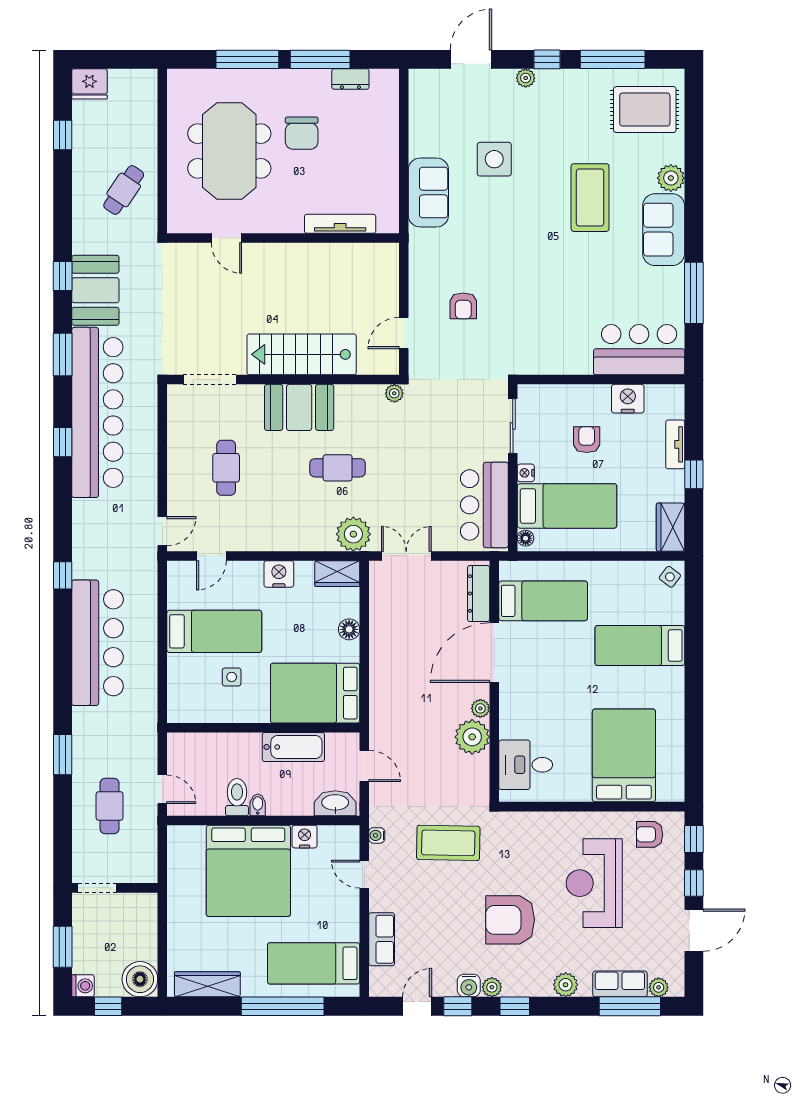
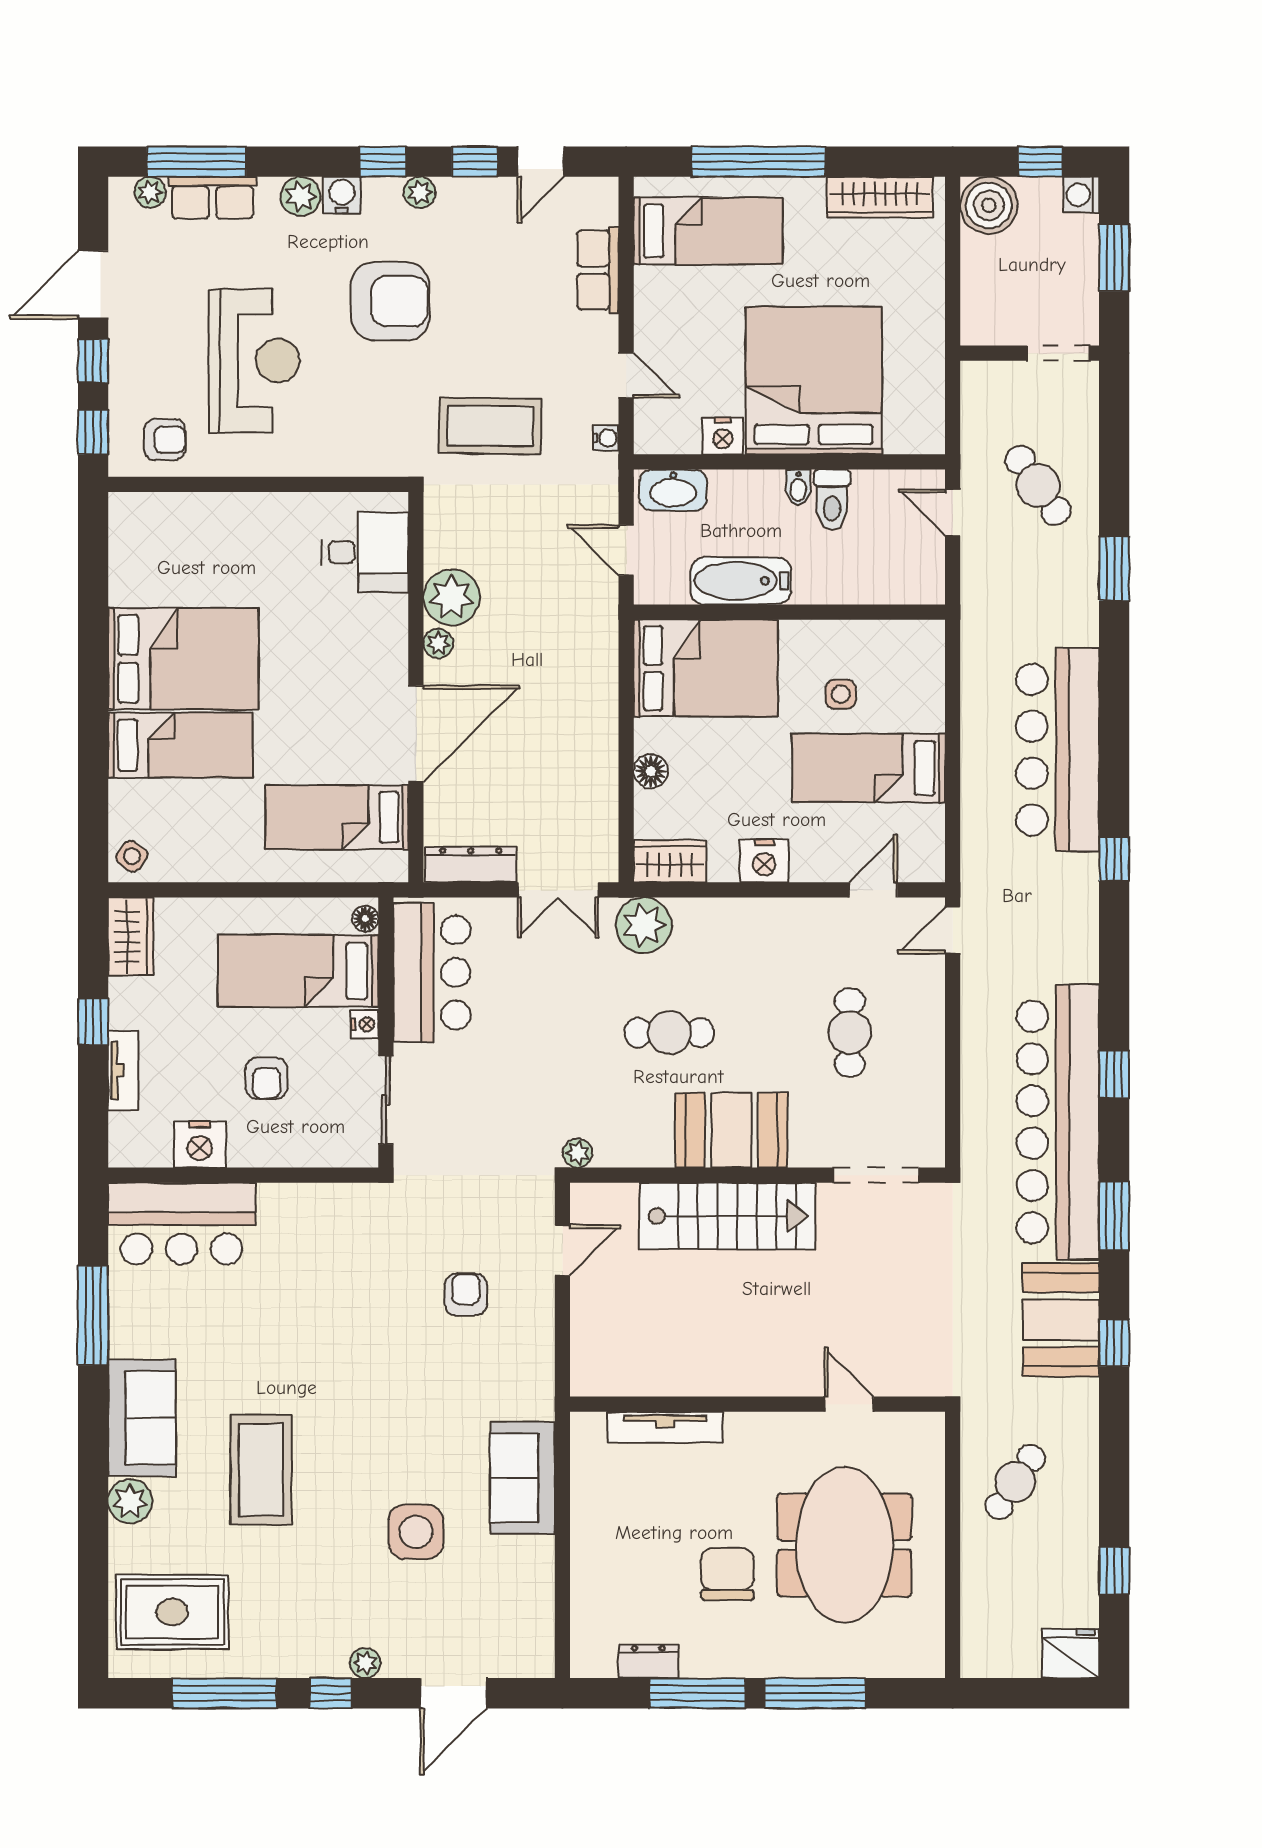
dresser: (479, 593) -> (471, 865), moved, turned -90
bed: (624, 755) -> (183, 659), moved, turned -90
cafe table: (110, 806) -> (1038, 486), turned -35
water cooler: (469, 985) -> (342, 195), moved

